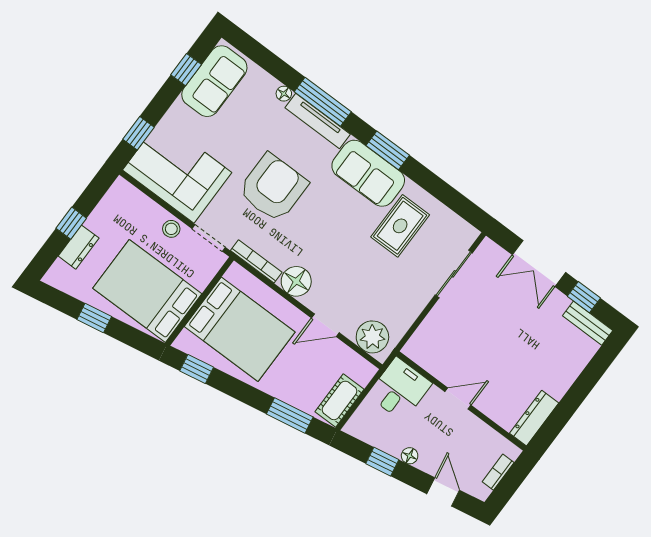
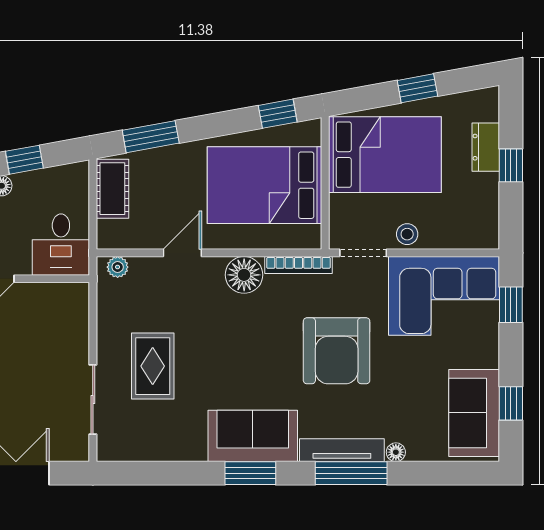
rug: (400, 226) -> (153, 366), moved
plant: (372, 337) -> (118, 267), width x0.53, depth x0.53

